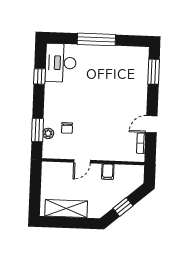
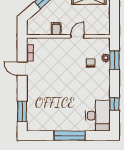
door: (152, 124) -> (22, 69), swing flipped

